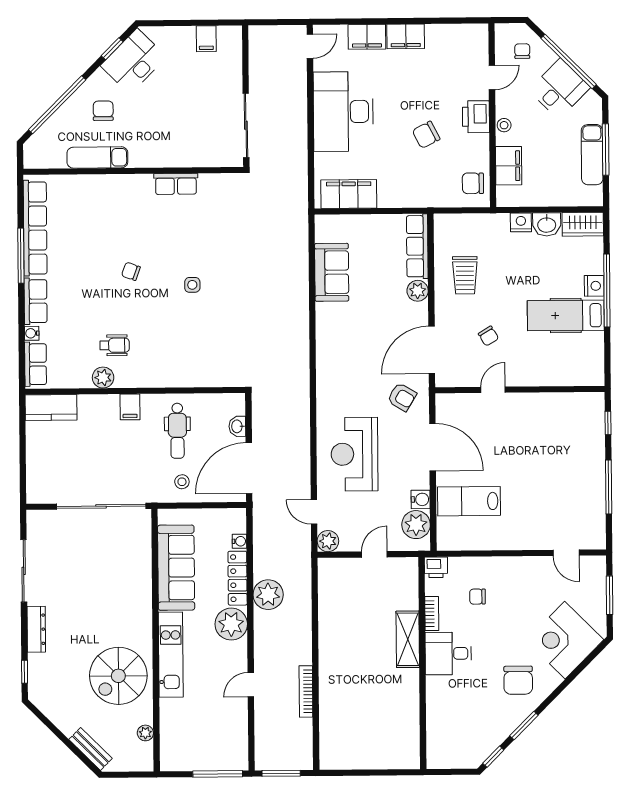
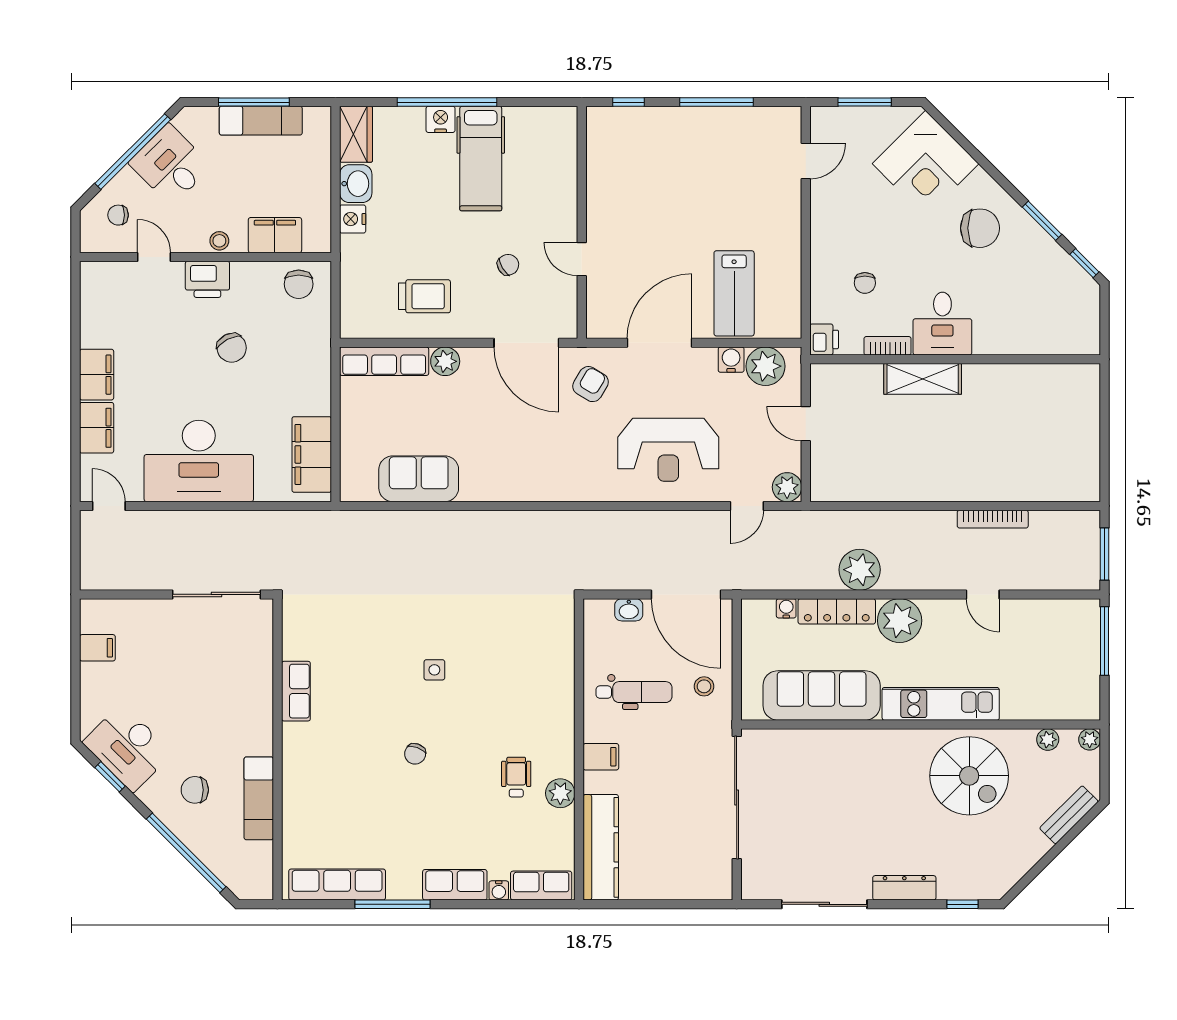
row of seats: (35, 228) -> (337, 885), width x0.73
kitchen counter: (51, 408) -> (601, 847), width x1.50
plant: (146, 764) -> (1090, 739), added

